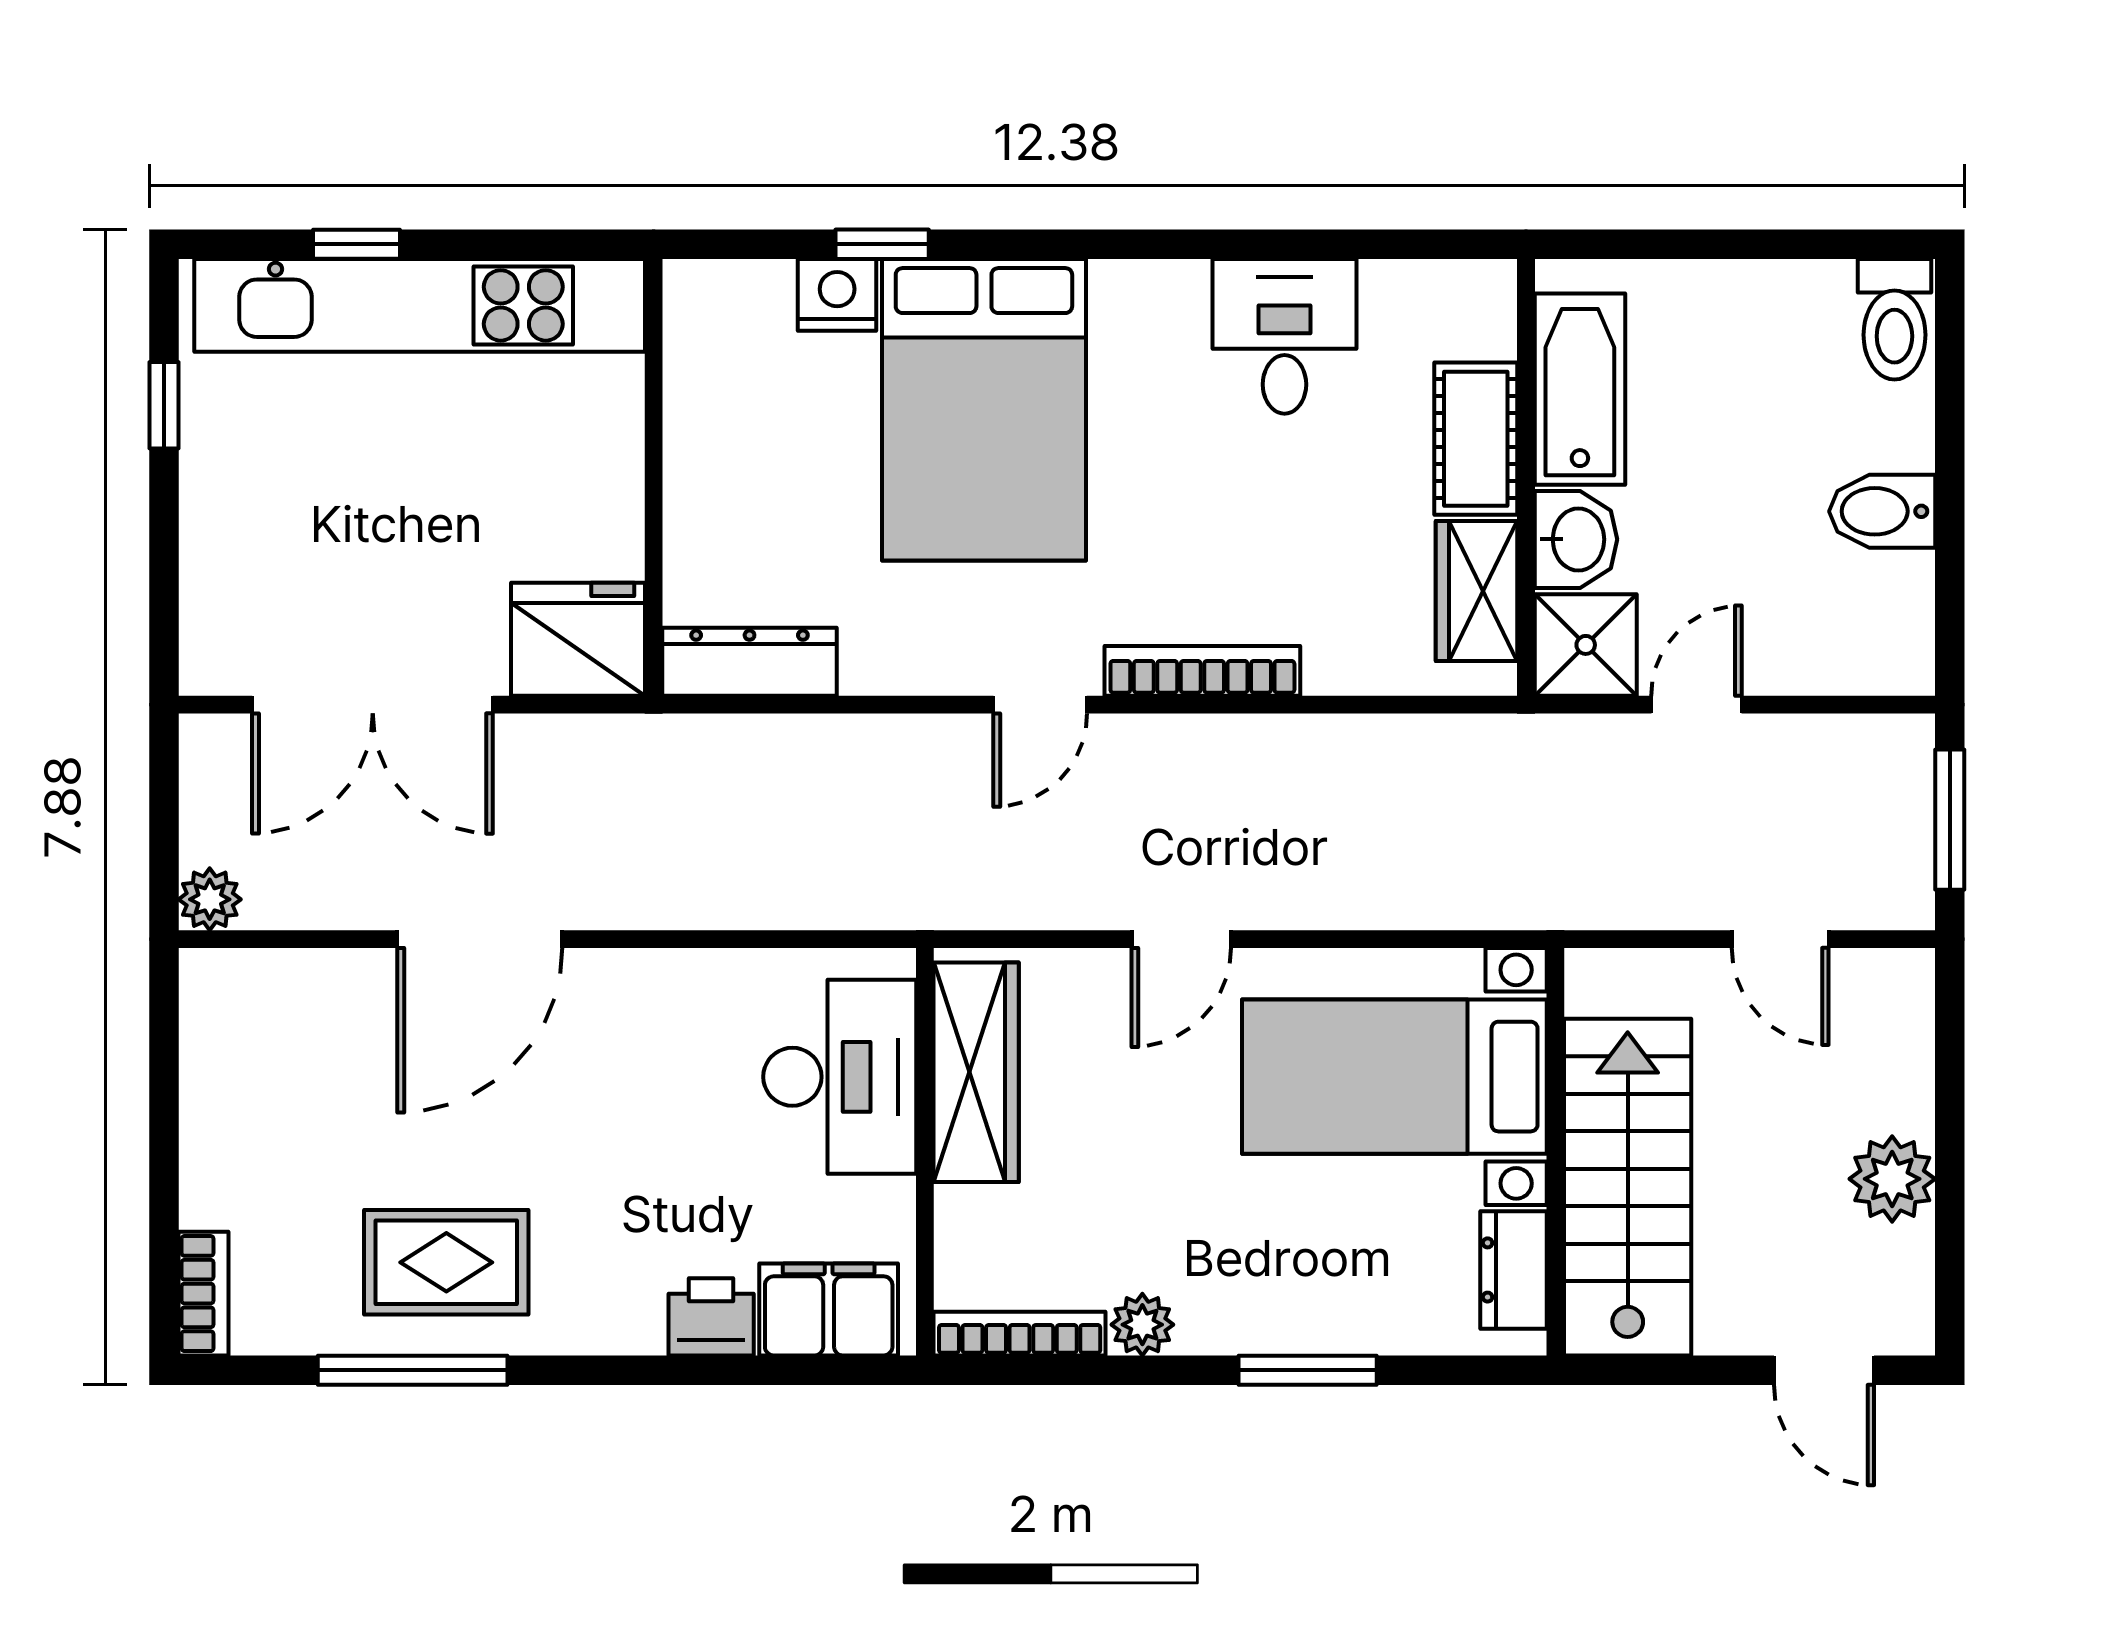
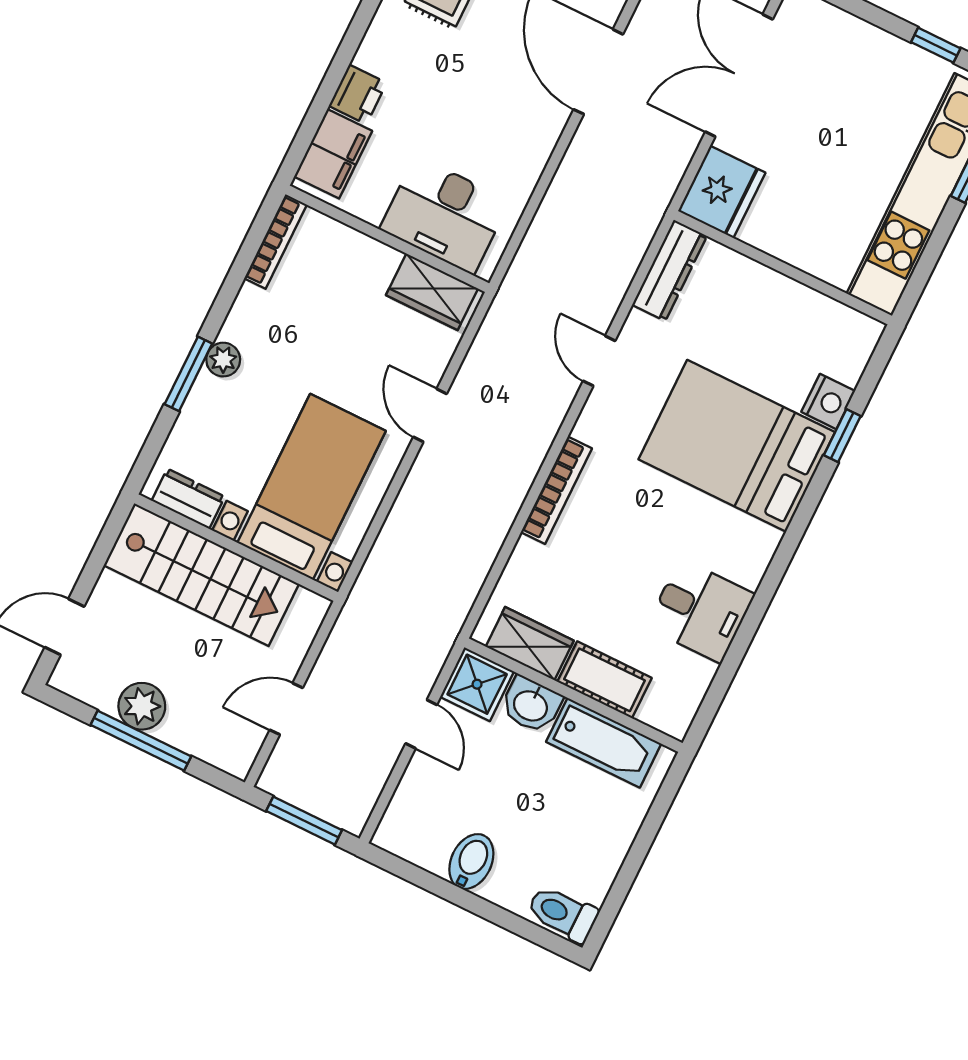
door: (1040, 705) -> (599, 361), moved
wardrobe: (976, 1072) -> (432, 292), width x0.67
window: (1950, 1153) -> (141, 741), added
plant: (1142, 1325) -> (223, 360), moved

